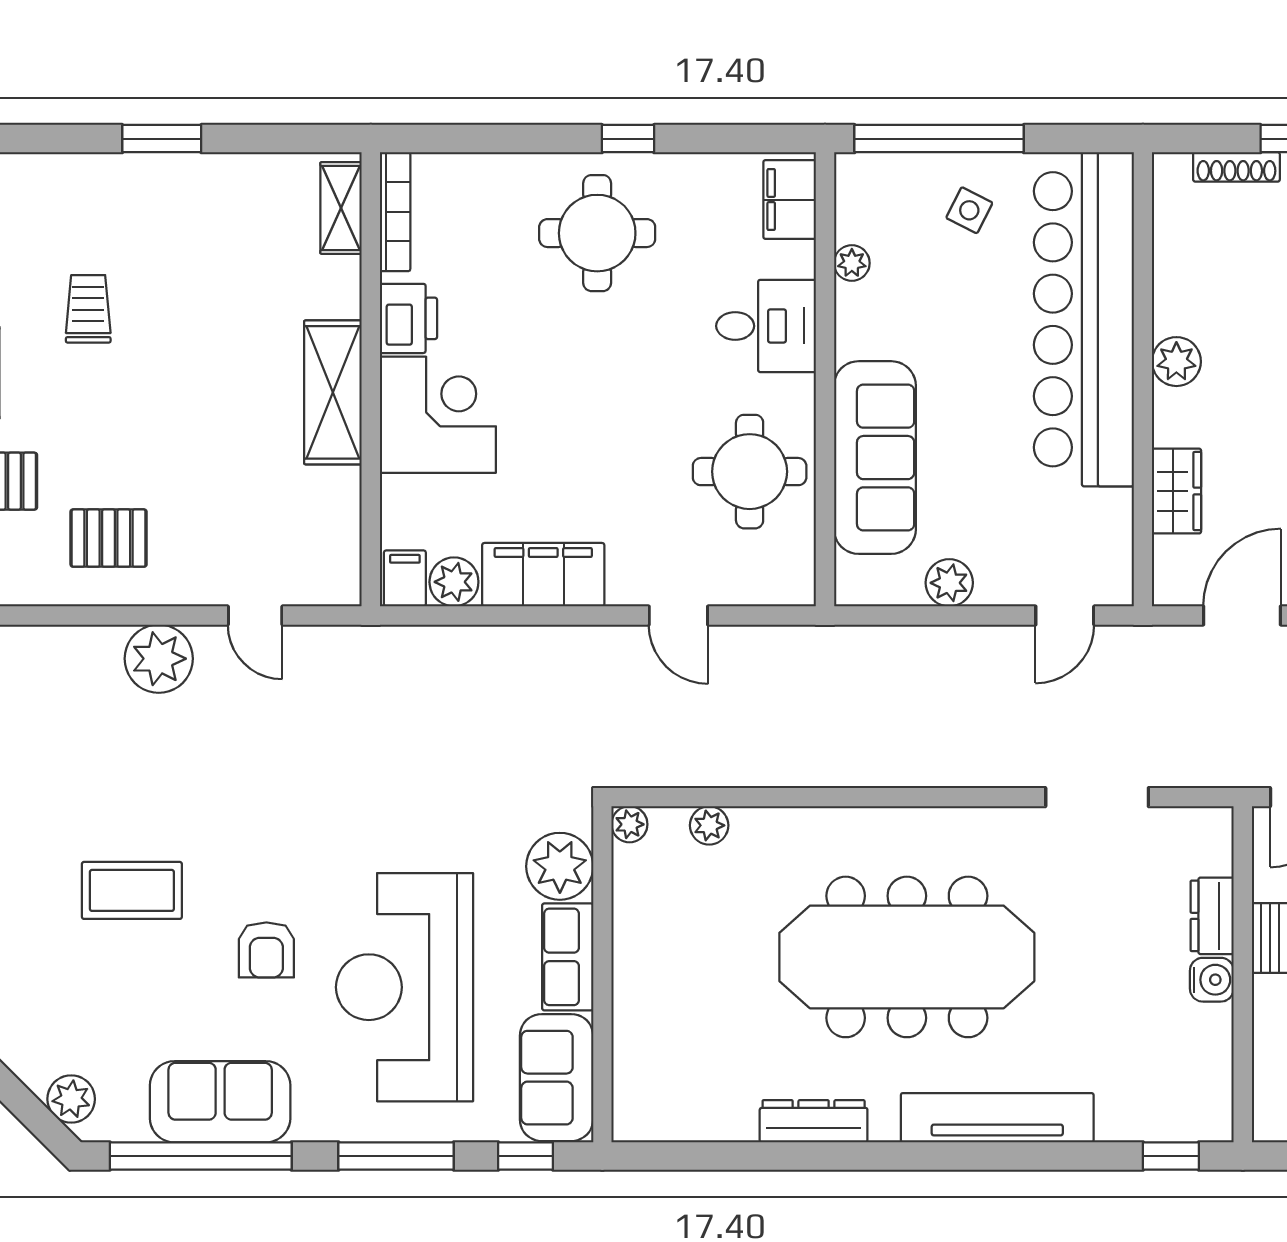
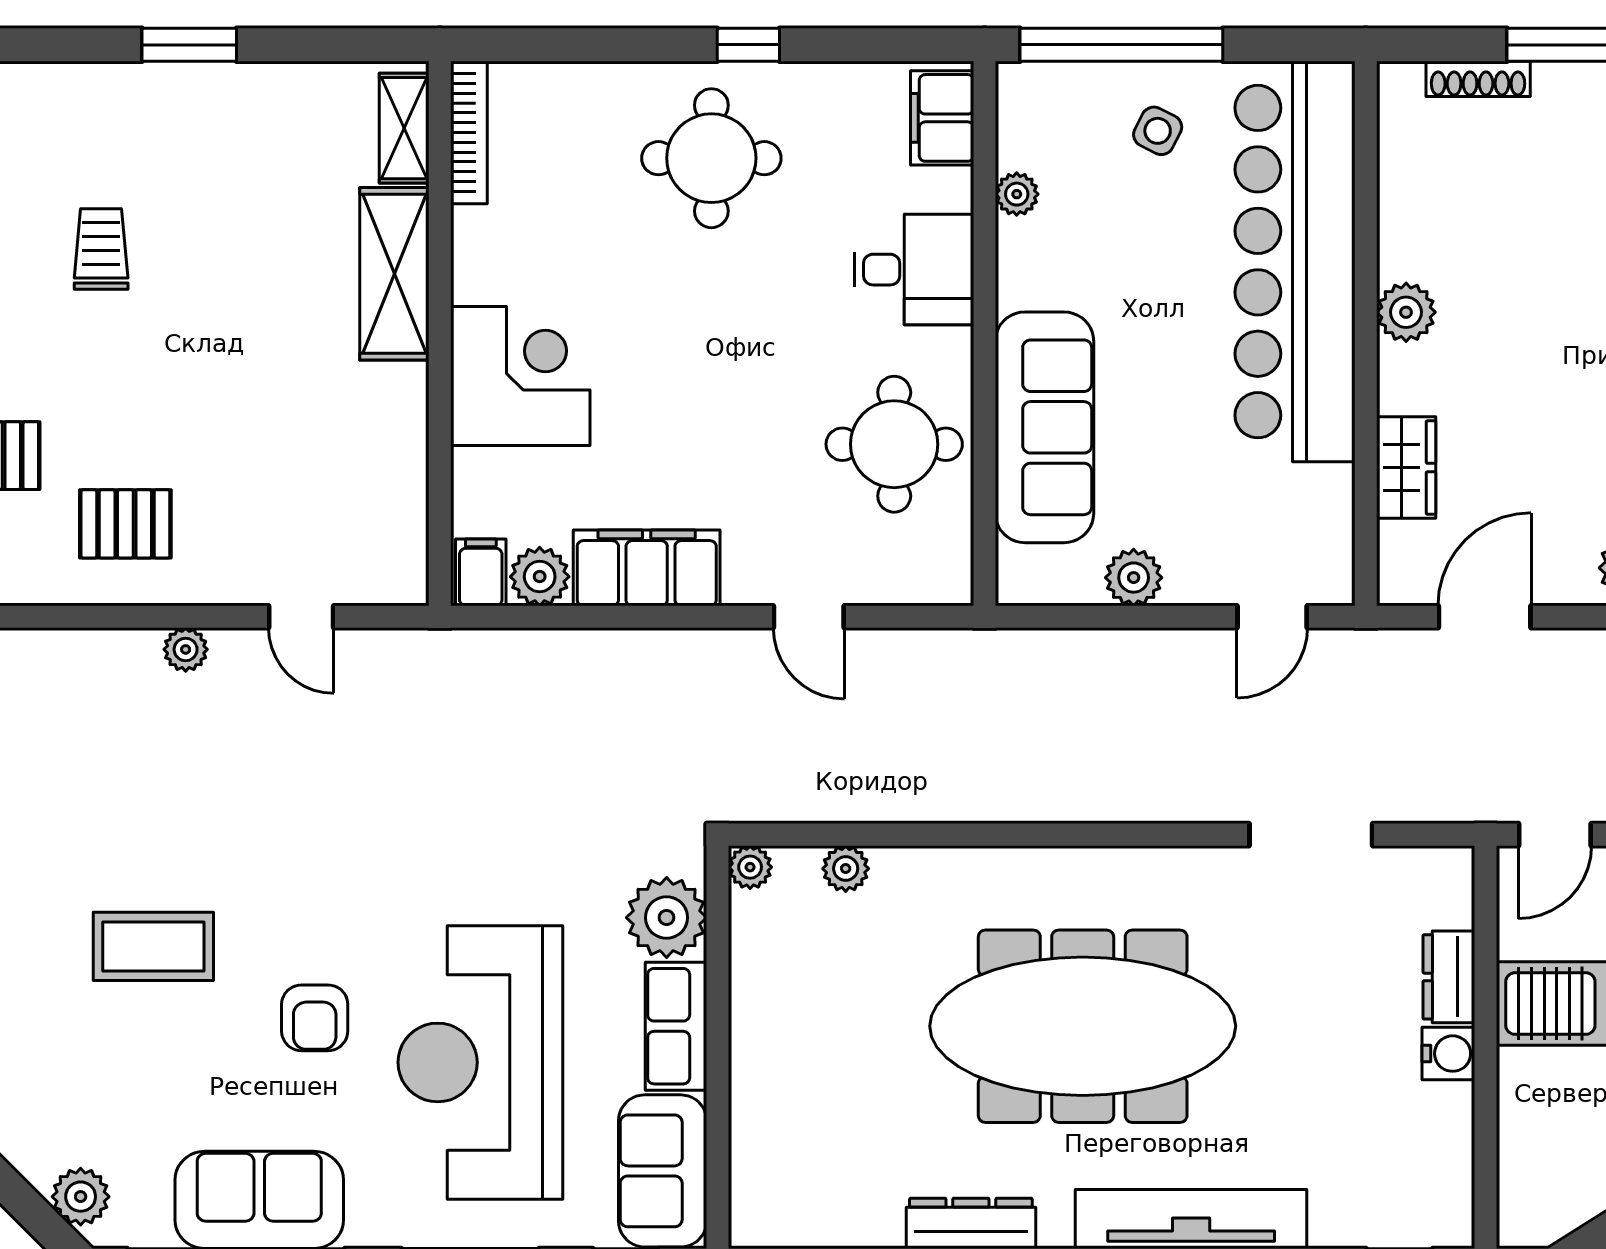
printer: (408, 318) -> (485, 261), removed
shelving: (333, 392) -> (394, 274), moved
plant: (159, 659) -> (186, 649), width x0.53, depth x0.53

